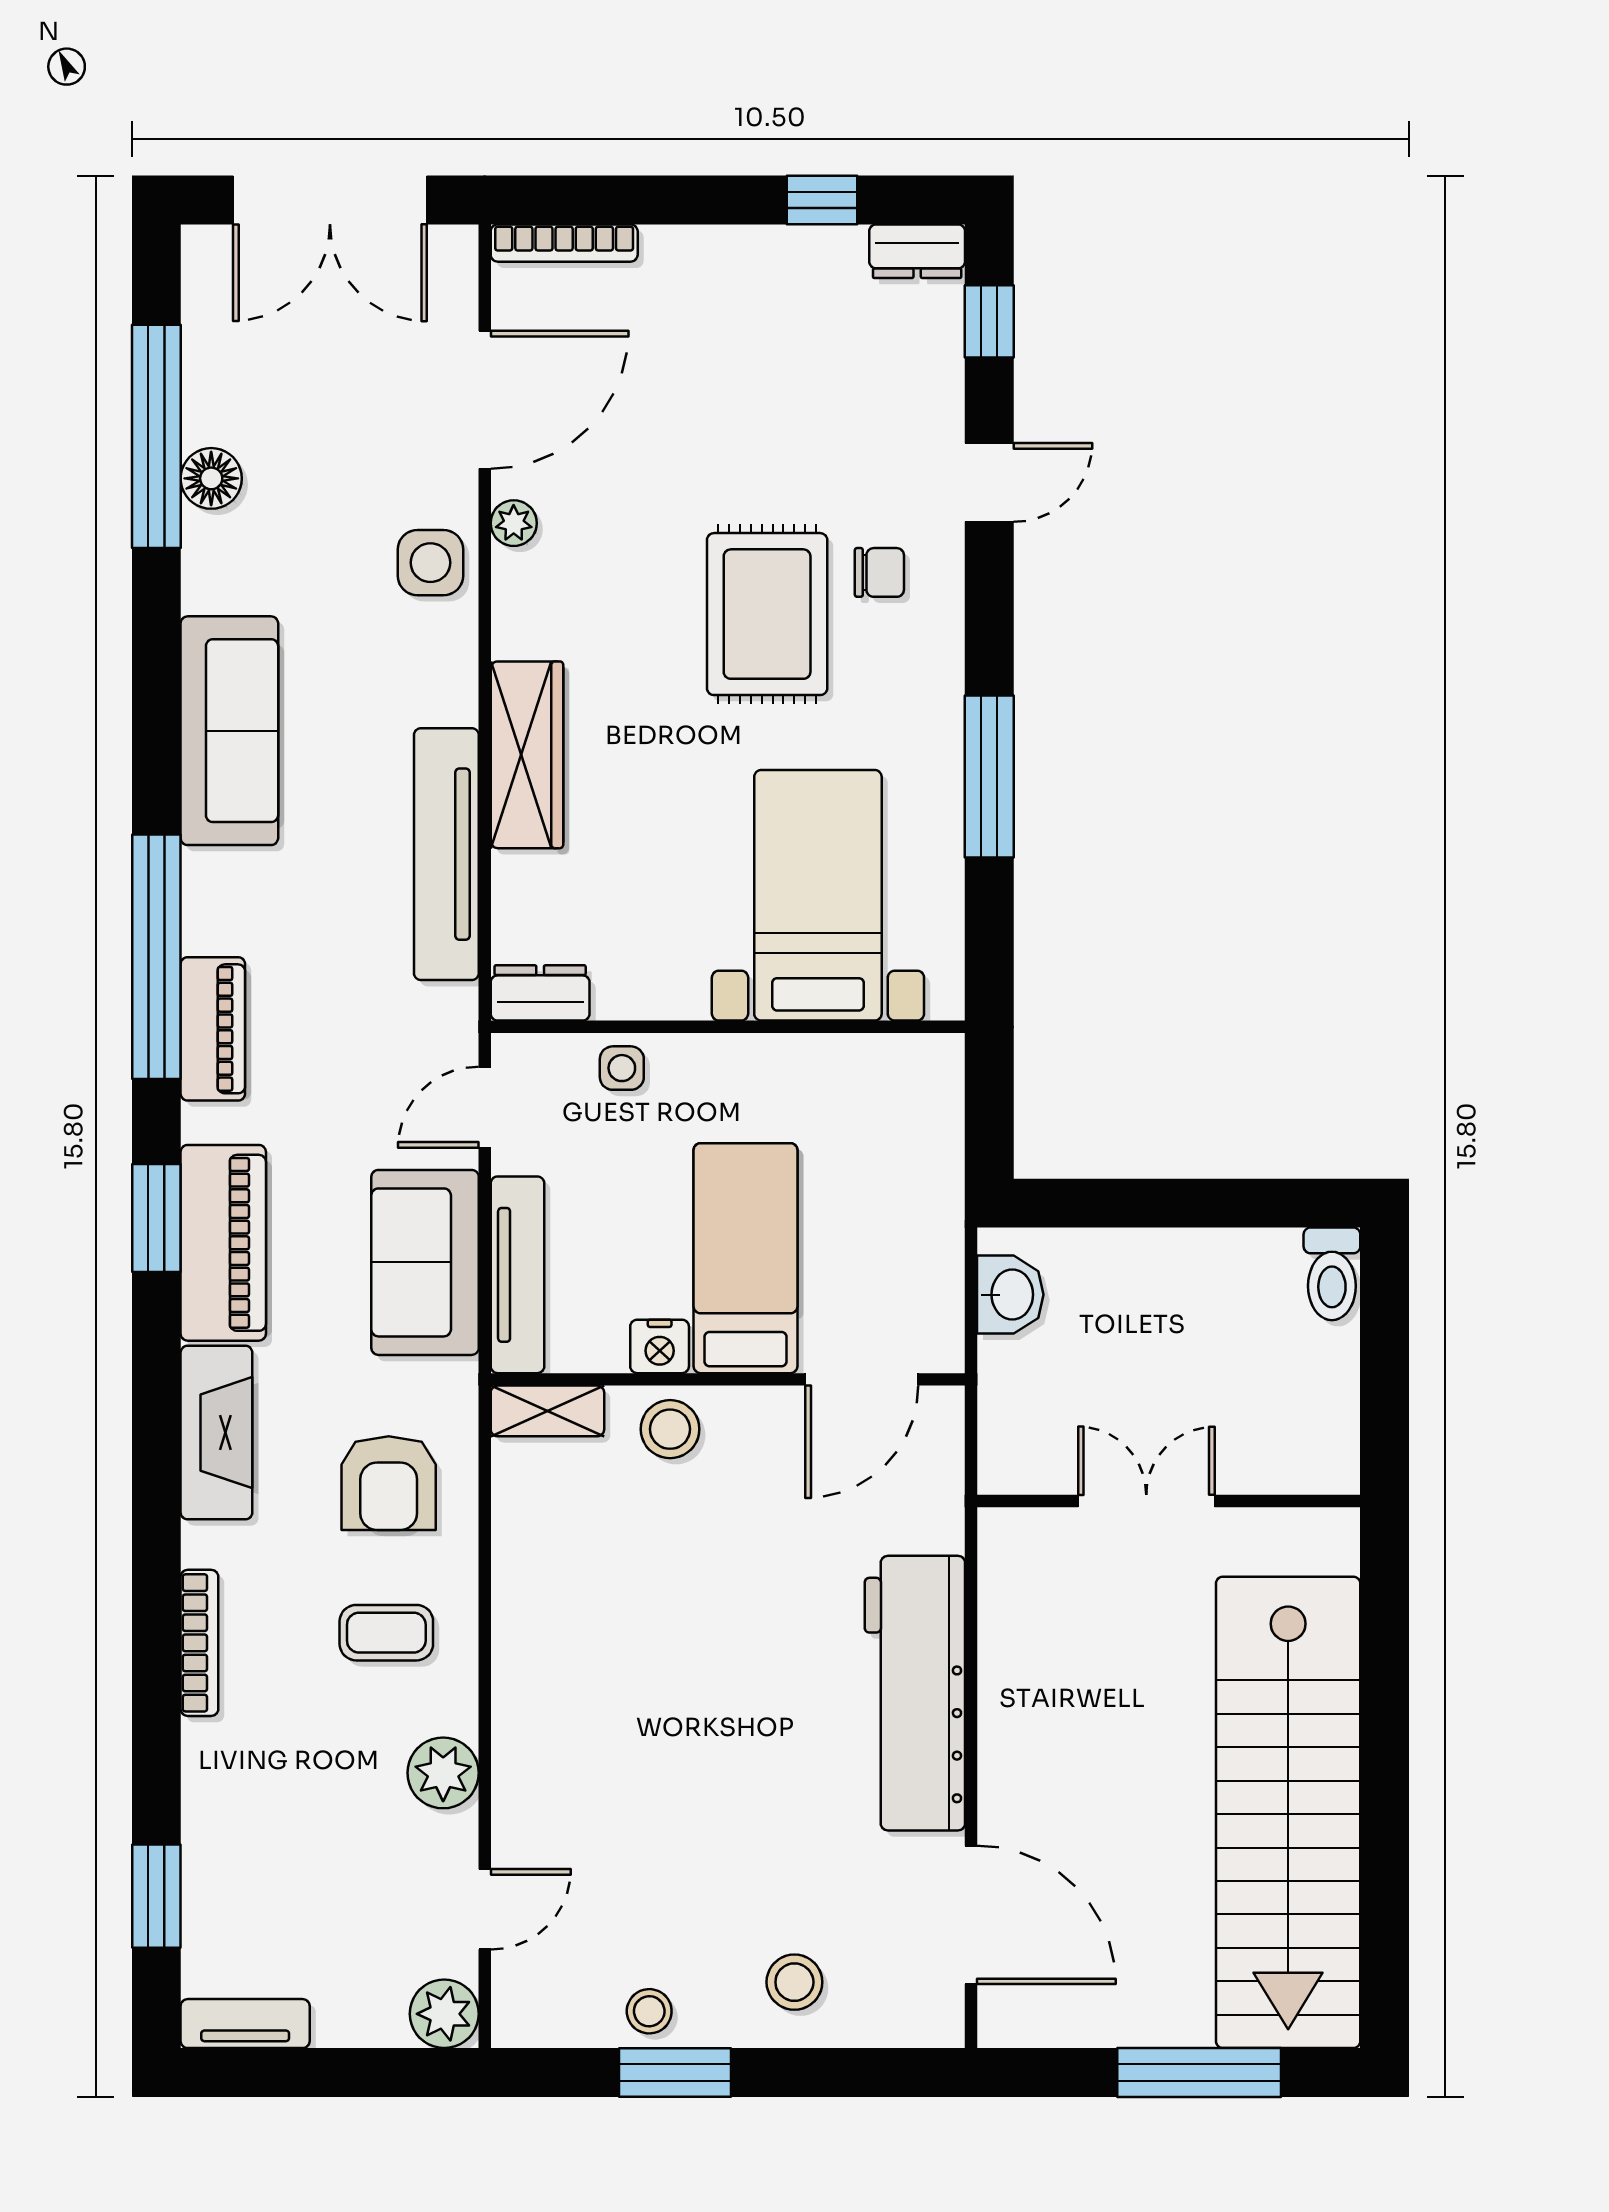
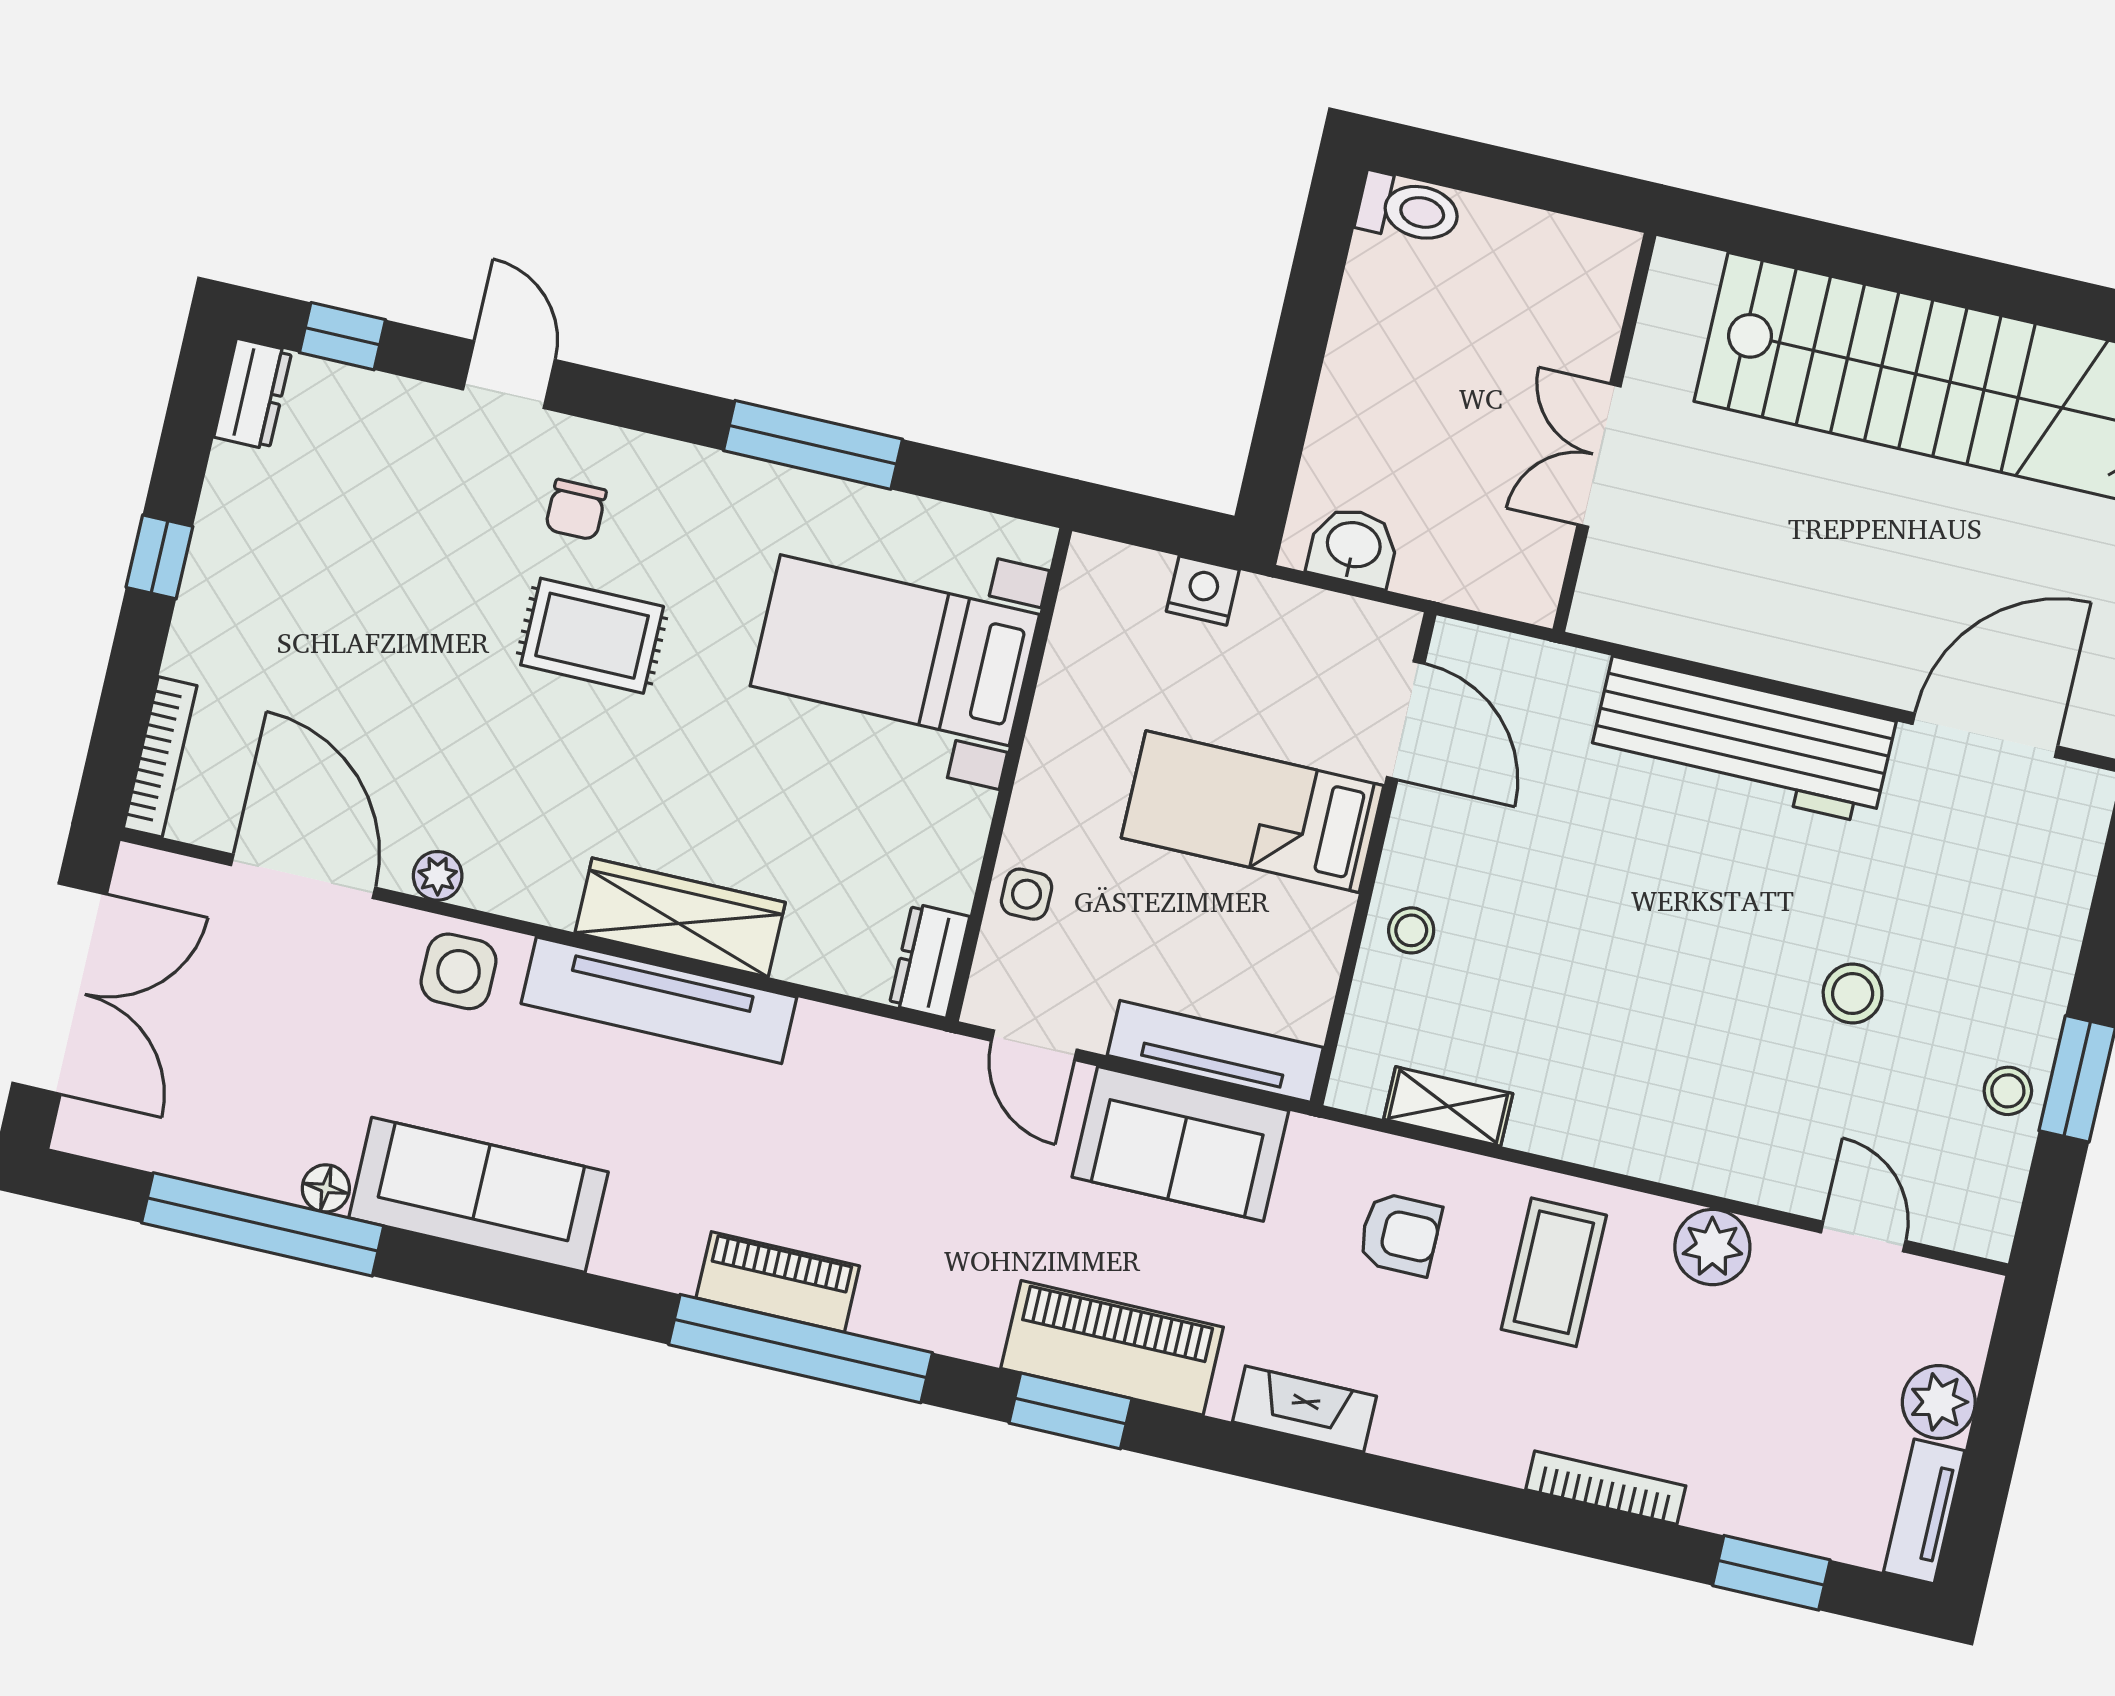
window: (822, 200) -> (159, 557), moved
floor lamp: (211, 478) -> (326, 1188), width x0.73, depth x0.73
chair: (879, 572) -> (576, 510), turned 180
rug: (767, 614) -> (592, 636), width x0.73, depth x0.70
sofa: (229, 731) -> (478, 1195), moved
tv unit: (446, 854) -> (659, 1000), moved
piano: (213, 1029) -> (778, 1282), moved
nightstand: (660, 1346) -> (1203, 591), moved, turned -90
shelving: (547, 1411) -> (1448, 1106), moved, turned 90
stool: (670, 1429) -> (1411, 930), width x0.73, depth x0.73
fireplace: (216, 1433) -> (1304, 1409), width x0.73, depth x0.76
armchair: (389, 1483) -> (1400, 1234), width x0.72, depth x0.72
coffee table: (386, 1633) -> (1554, 1272), width x1.36, depth x1.30
bookcase: (199, 1643) -> (1606, 1488), moved
stool: (794, 1982) -> (1853, 994), moved
plant: (444, 2014) -> (1939, 1402), moved

